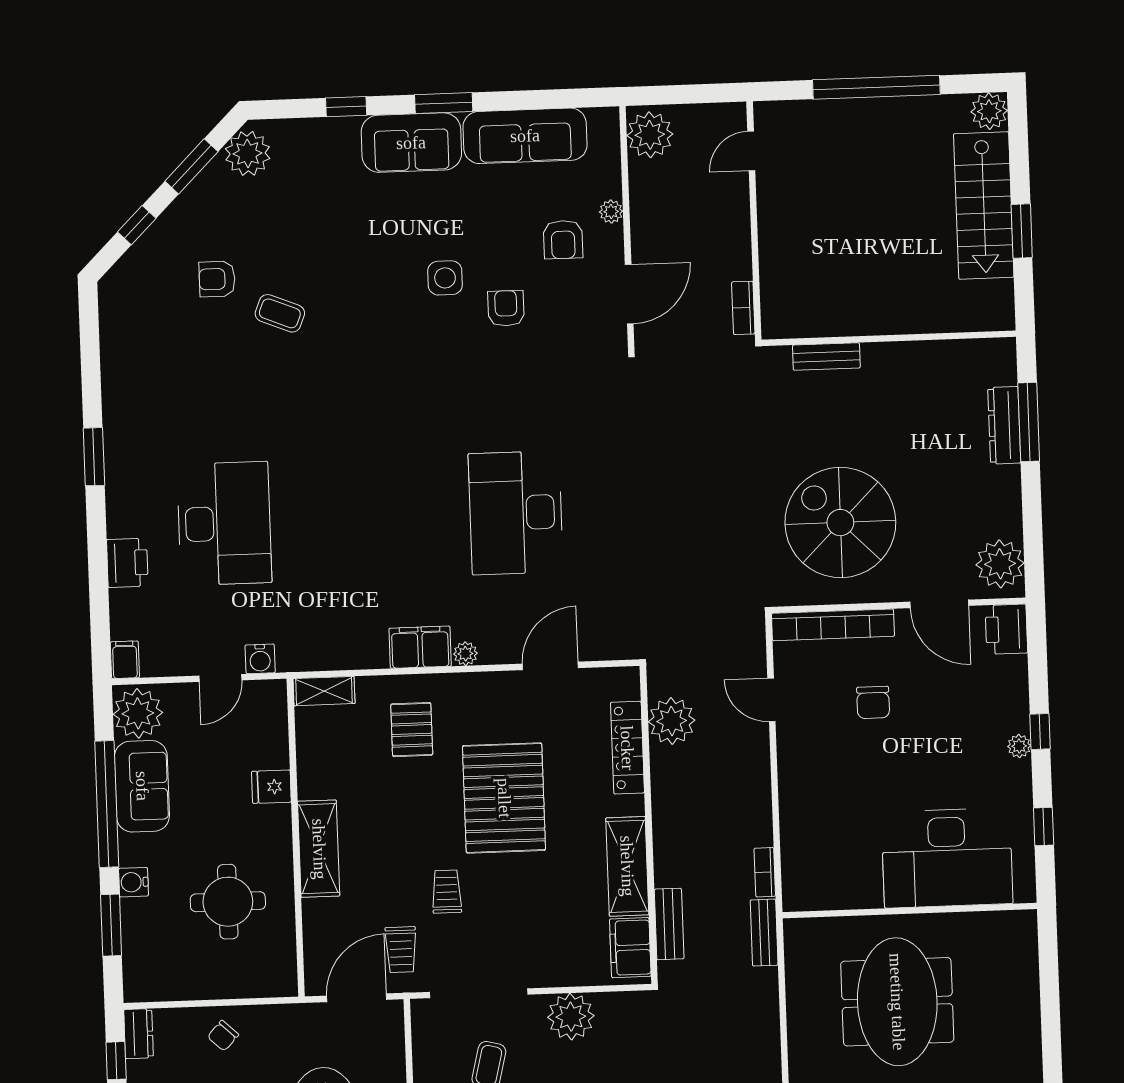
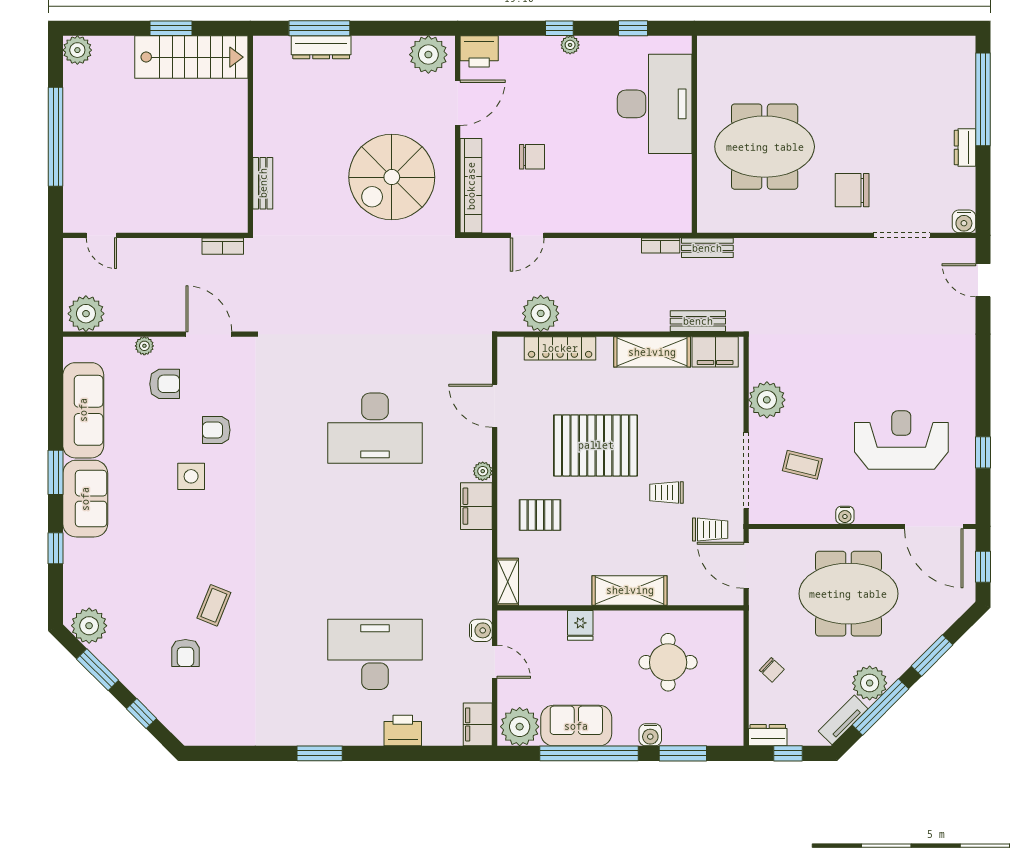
stairs: (984, 205) -> (191, 57), moved
filing cabinet: (125, 660) -> (478, 724), width x2.00

